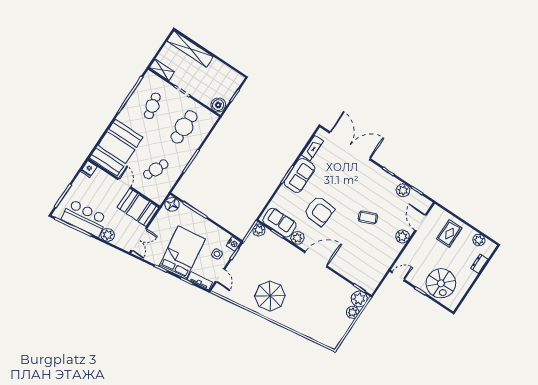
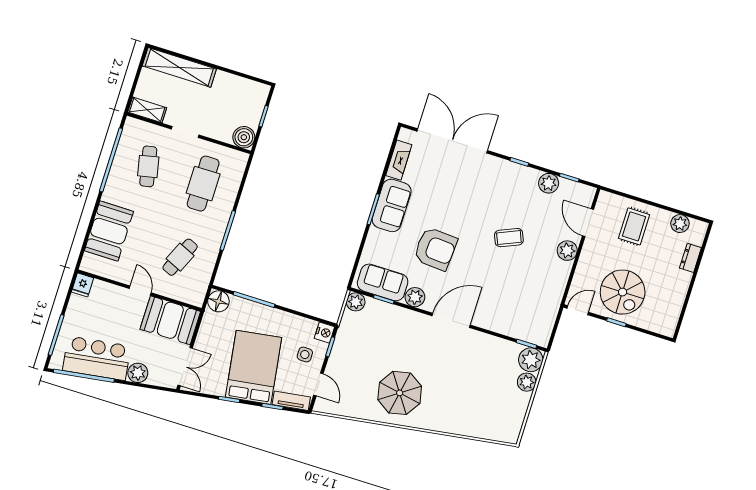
booth: (116, 148) -> (109, 231), width x0.73, depth x0.70
spiral stairs: (441, 283) -> (623, 292), moved

